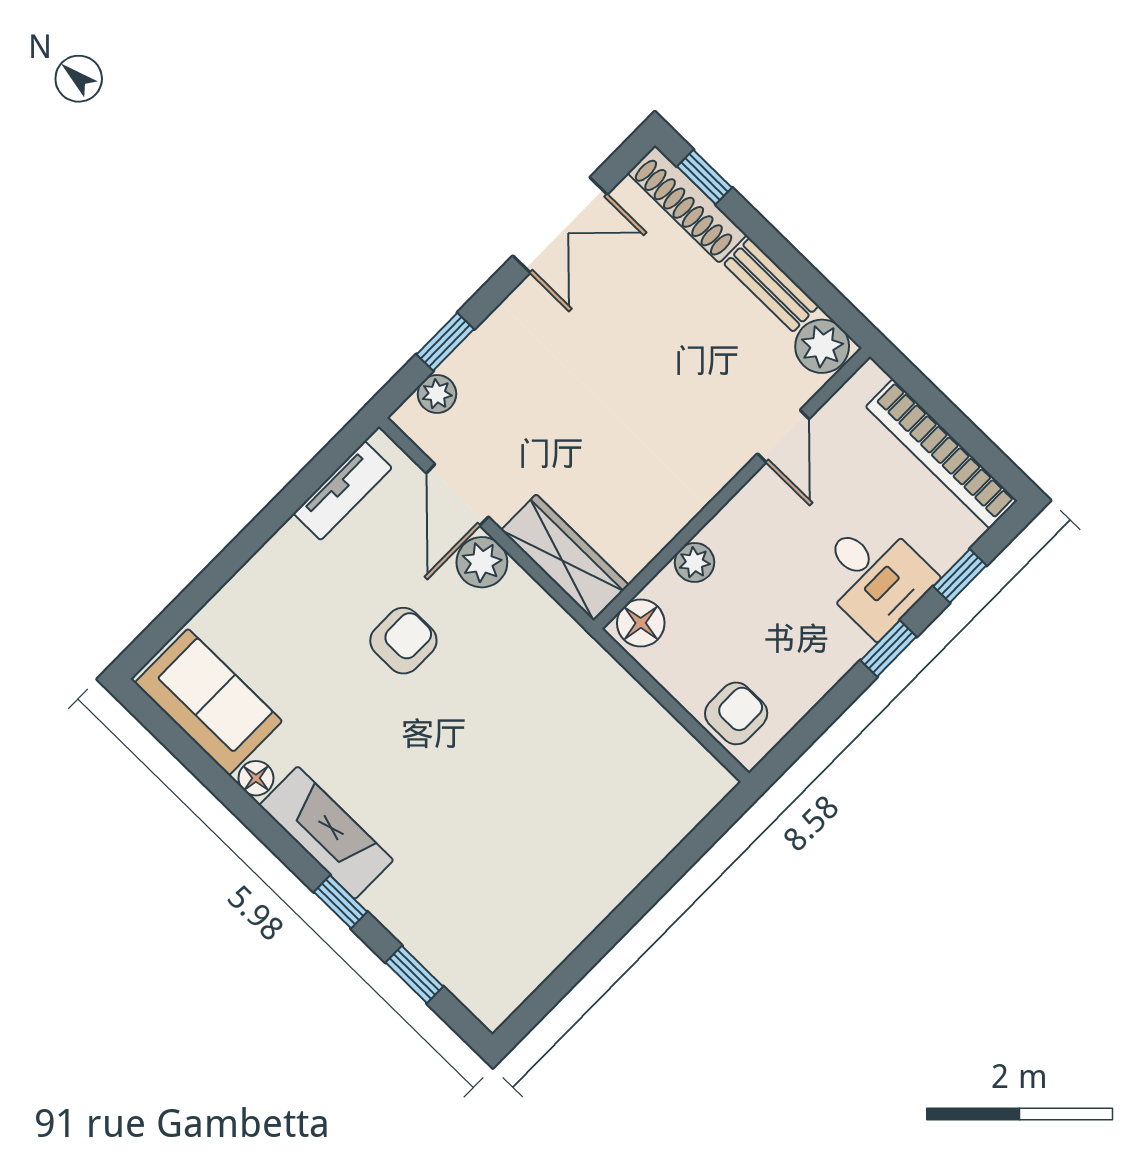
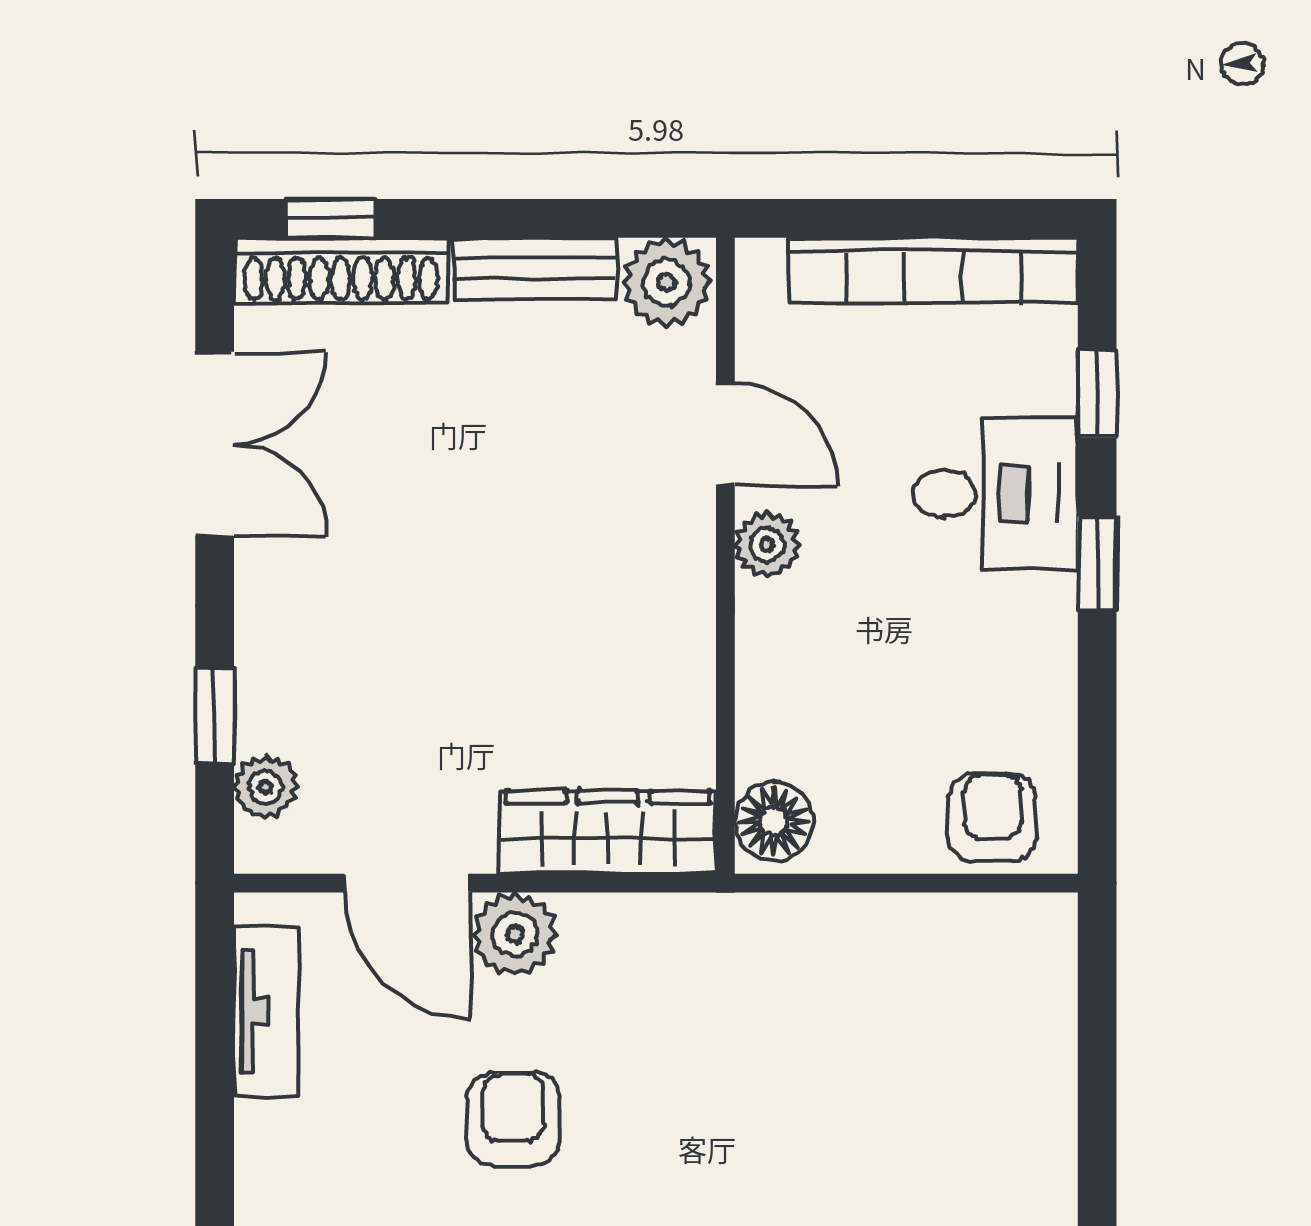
plant: (695, 562) -> (767, 545), moved

